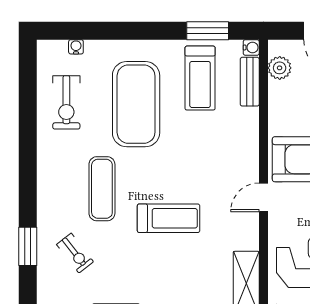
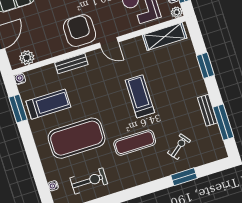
bench: (250, 82) -> (71, 64), moved

